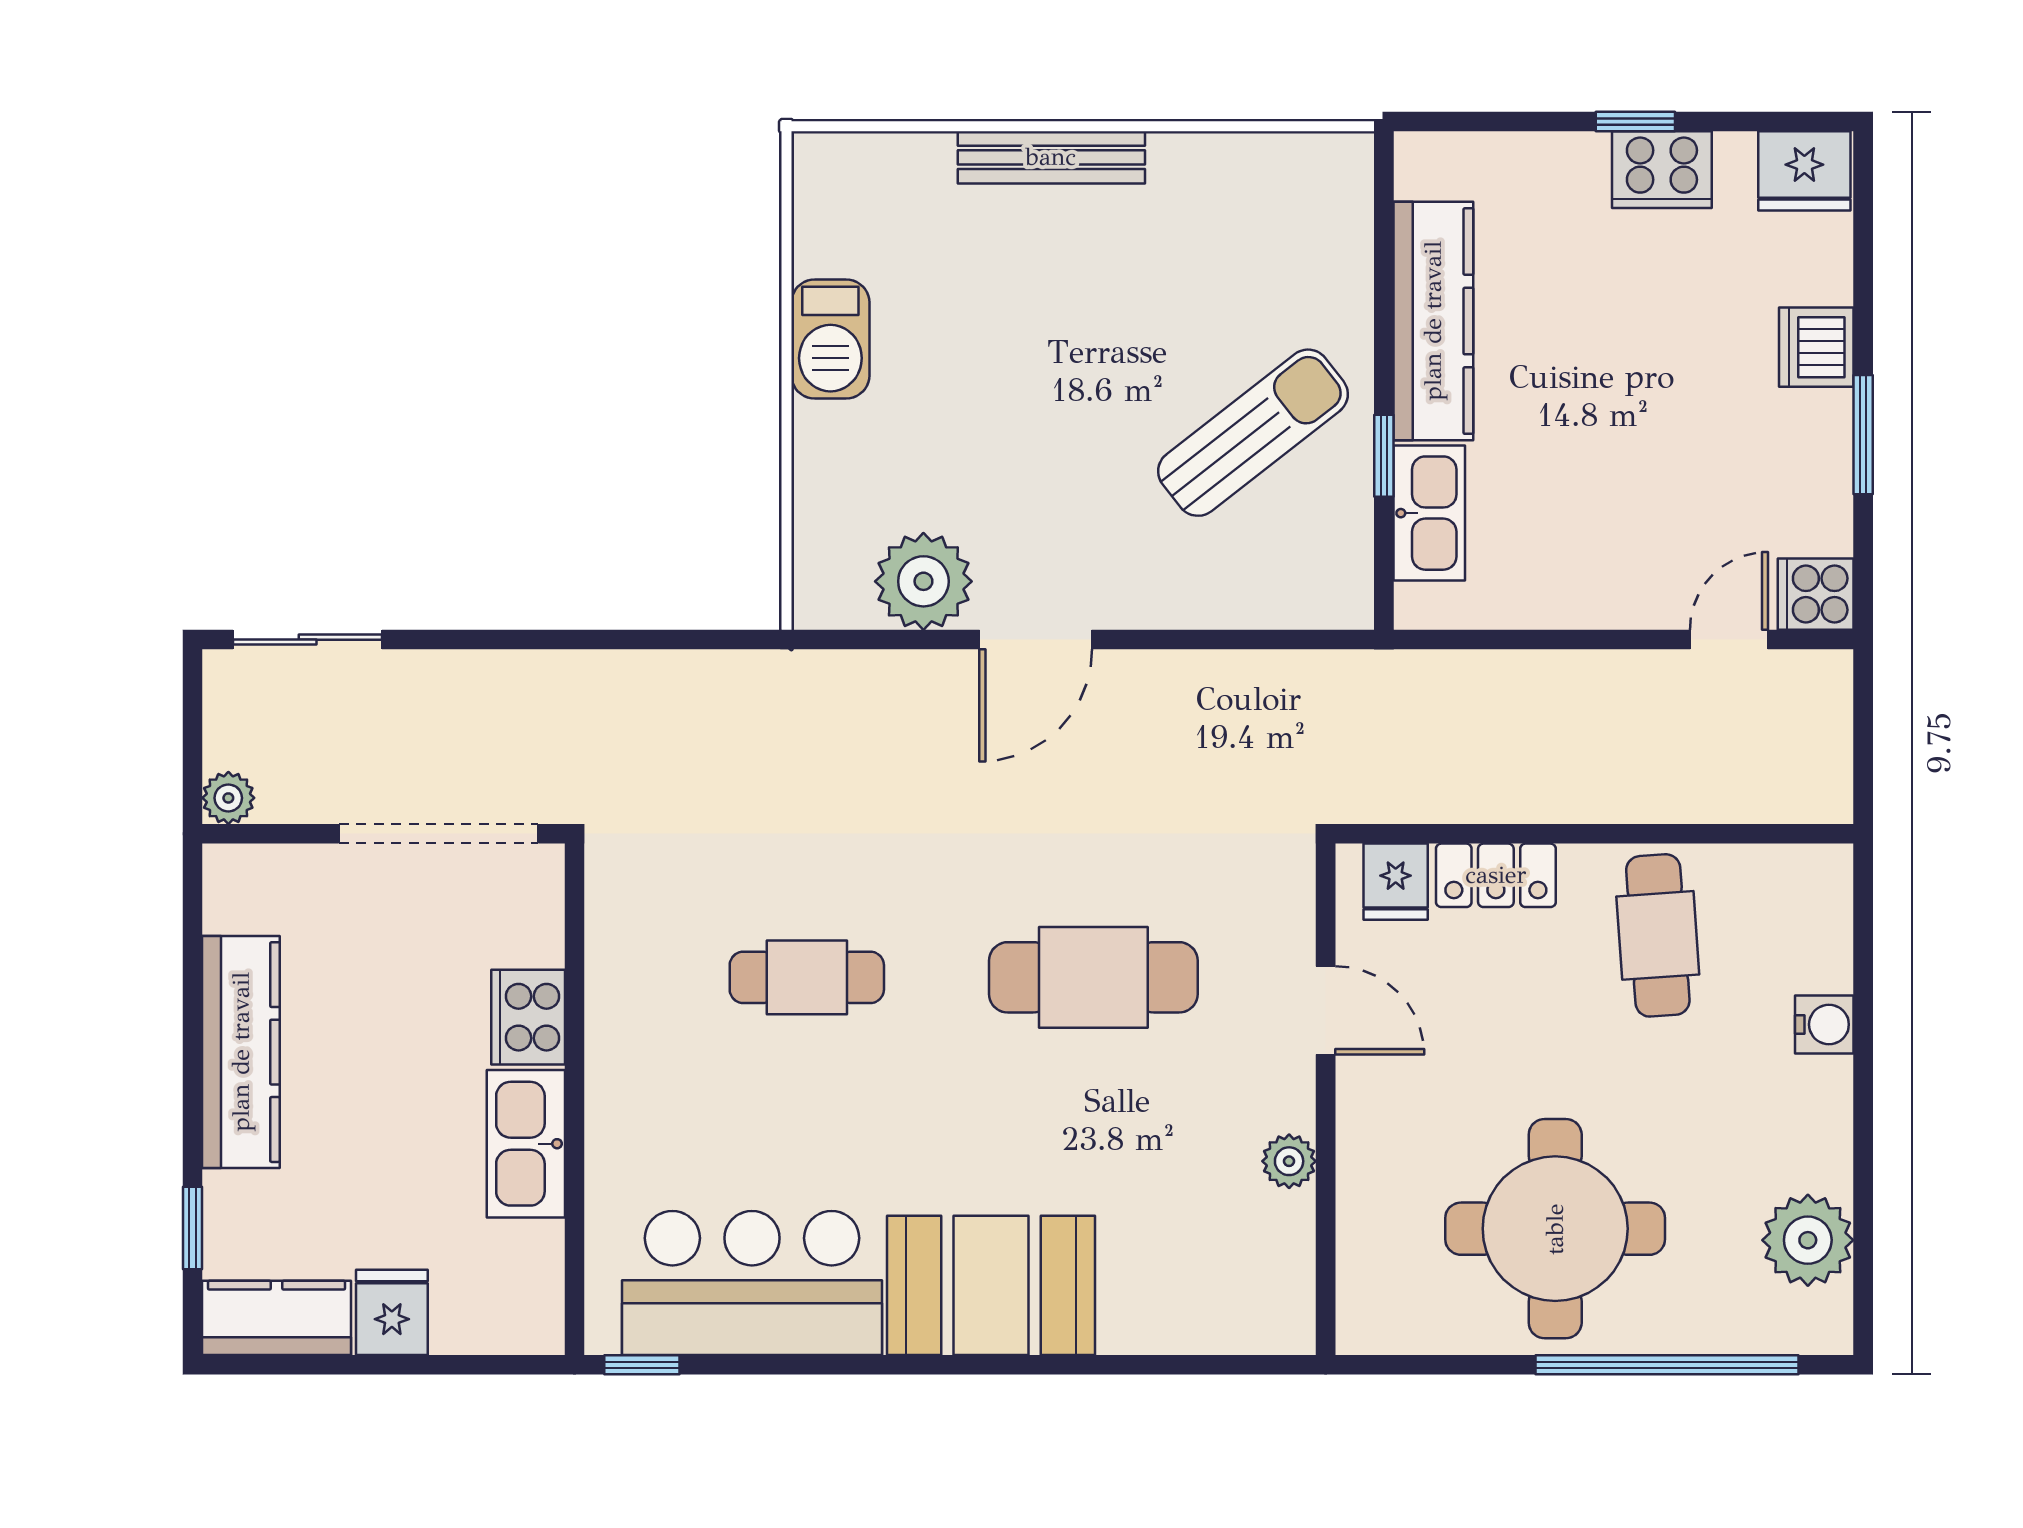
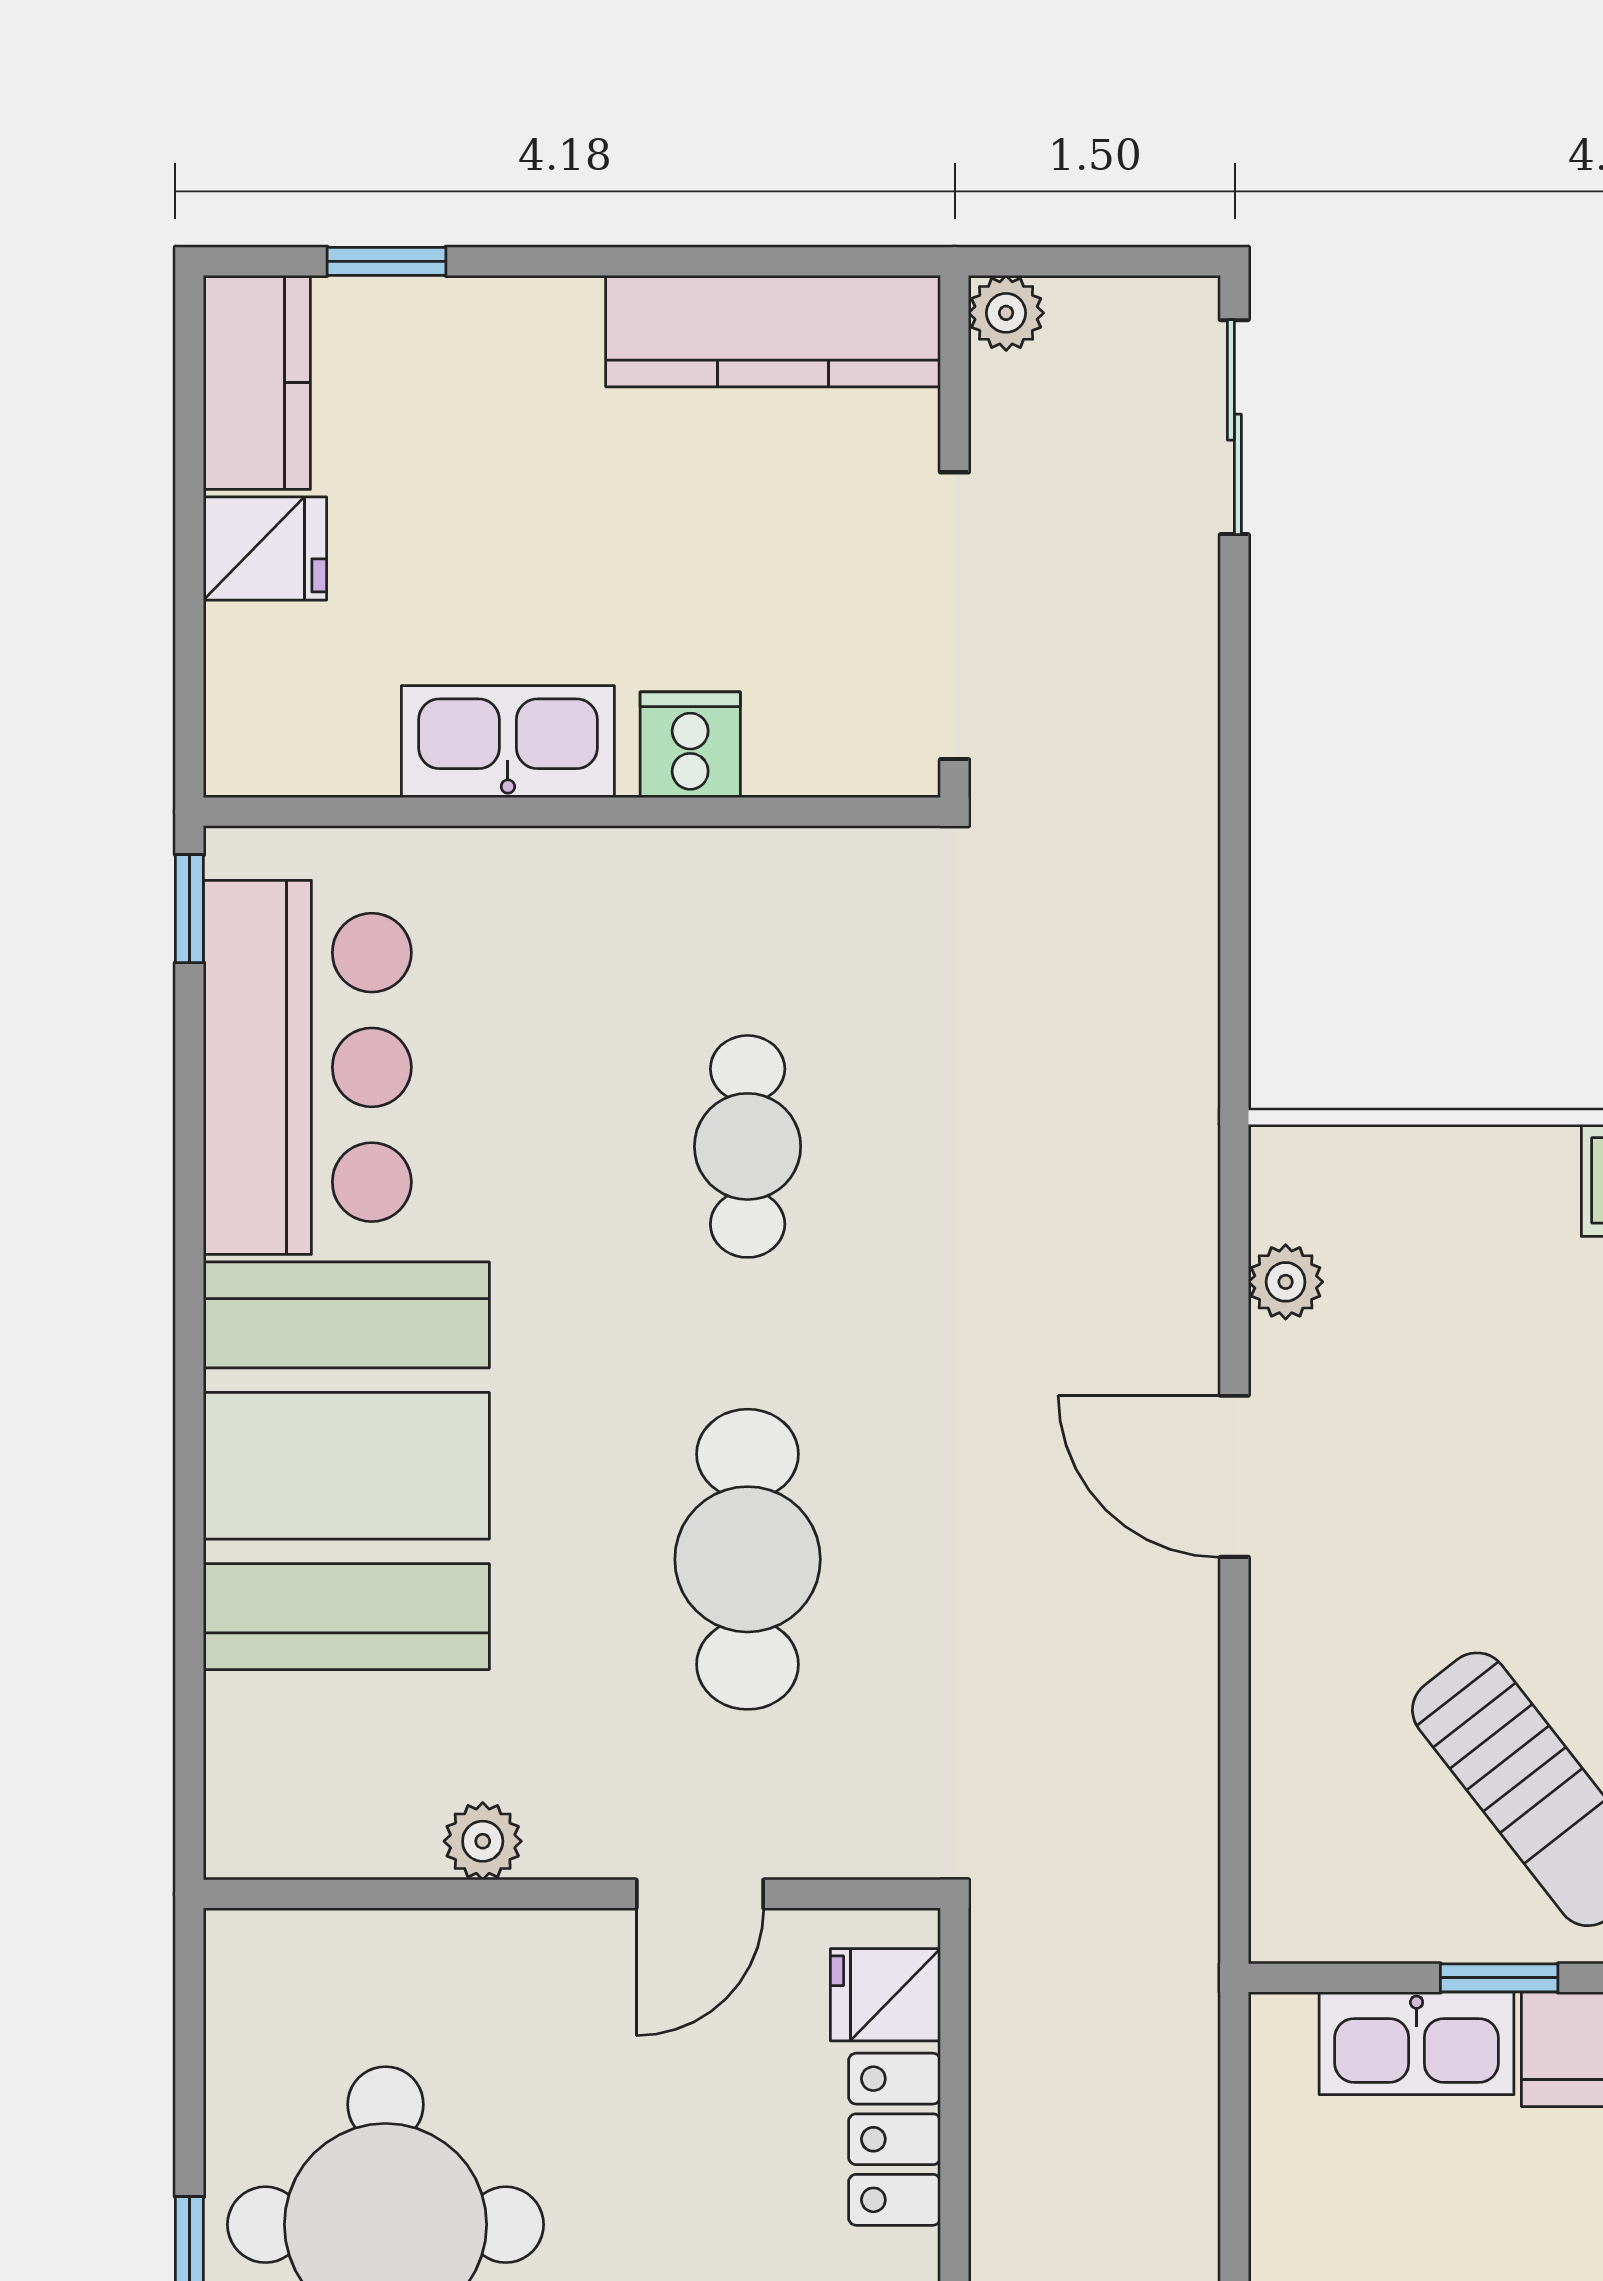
plant: (923, 581) -> (1286, 1282), width x0.53, depth x0.53
cooker: (528, 1017) -> (690, 745), width x0.73
kitchen counter: (241, 1052) -> (773, 331), moved
booth: (991, 1285) -> (346, 1466), width x1.36, depth x1.42

